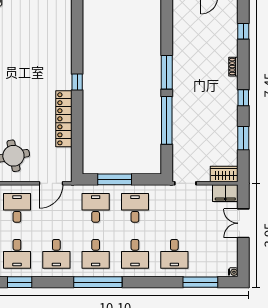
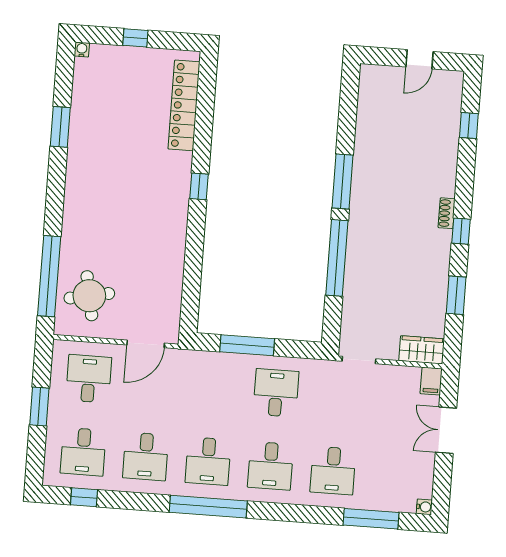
shoe rack: (233, 67) -> (447, 213), moved
locker: (64, 119) -> (184, 105), moved
filing cabinet: (225, 193) -> (431, 381), width x0.50
desk: (96, 208) -> (214, 388), removed
window: (20, 282) -> (84, 497), width x0.67

